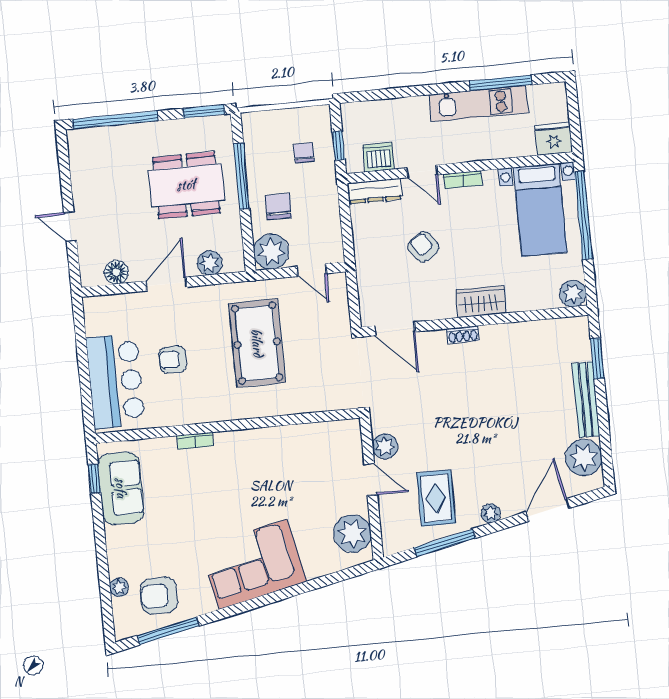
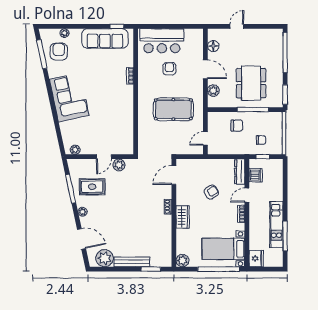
plant: (271, 252) -> (216, 120), removed
sofa: (121, 488) -> (105, 38), width x1.36
plant: (352, 533) -> (75, 150), width x0.53, depth x0.53

